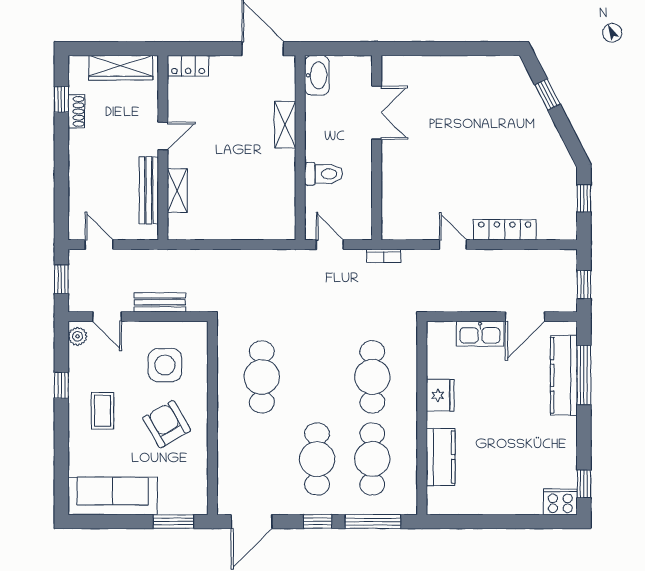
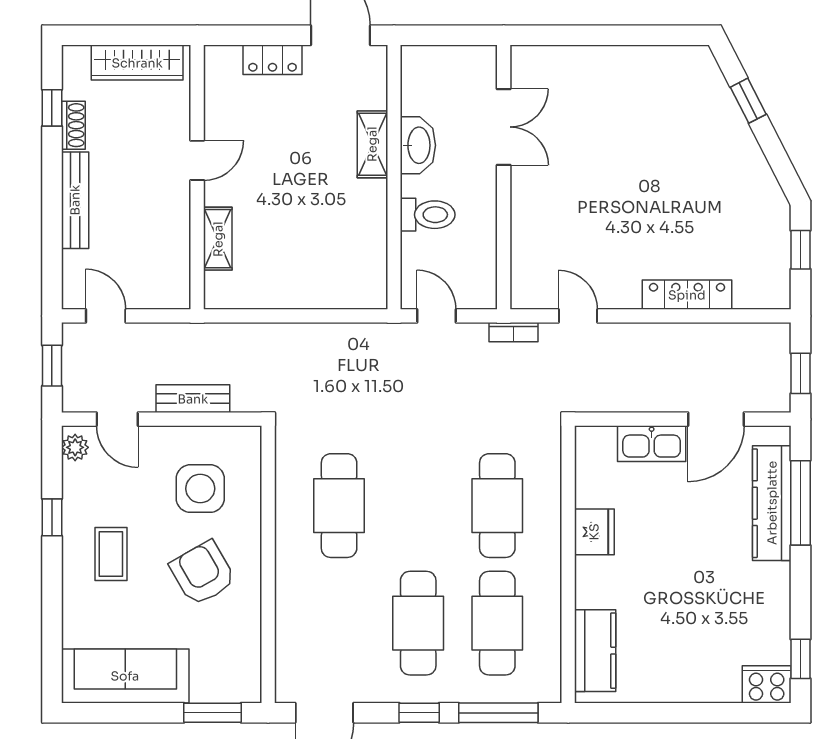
locker: (188, 66) -> (272, 60), moved
washbasin: (317, 75) -> (418, 145), moved
bench: (149, 190) -> (75, 200), moved
door: (453, 245) -> (578, 316), moved
kitchen counter: (441, 457) -> (595, 651), moved

